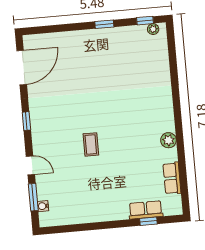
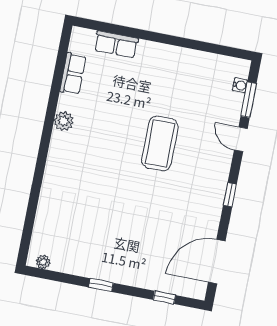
window: (145, 21) -> (164, 297), moved
coffee table: (91, 144) -> (160, 143), width x1.86, depth x1.72
window: (148, 221) -> (117, 29), removed

